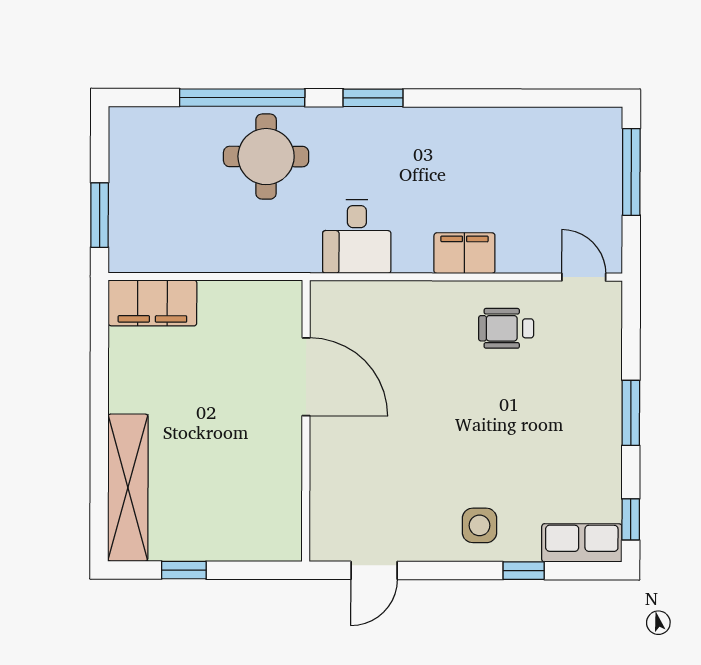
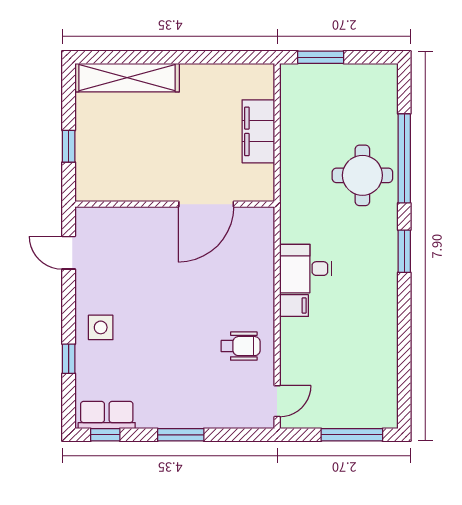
desk: (357, 236) -> (306, 269), moved
filing cabinet: (464, 253) -> (294, 306), width x0.50
filing cabinet: (152, 303) -> (258, 131), moved
wheelchair: (506, 328) -> (241, 346), turned 90
row of seats: (582, 543) -> (107, 415), moved, turned -90
window: (184, 570) -> (69, 146), moved

